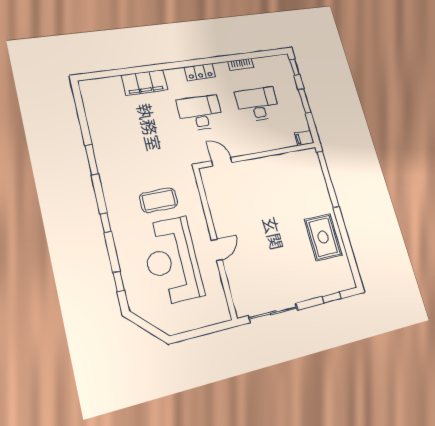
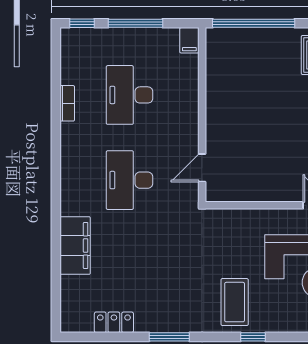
locker: (200, 72) -> (114, 322), moved, turned -90
window: (305, 101) -> (135, 23), width x1.44
coffee table: (159, 200) -> (235, 302), moved

